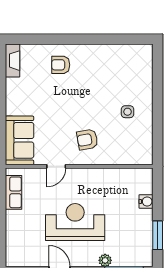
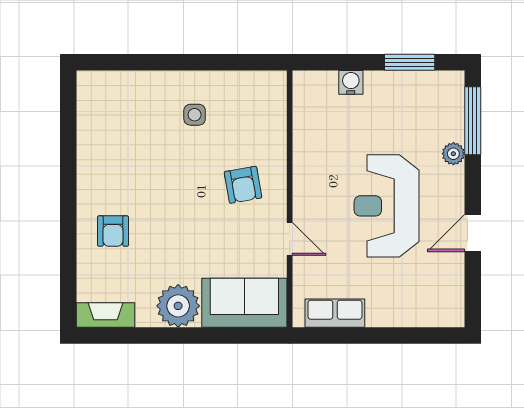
plant: (18, 102) -> (178, 306), added

